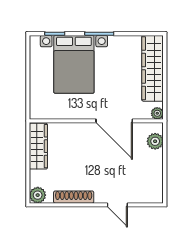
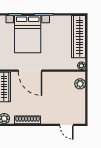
door: (114, 121) -> (30, 71), moved
door: (117, 205) -> (67, 125), moved

